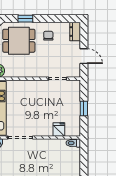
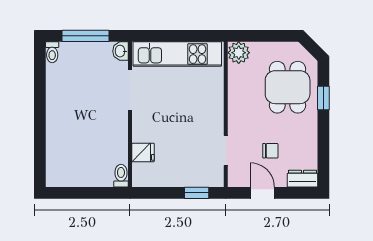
chair: (48, 36) -> (270, 151), moved
door: (84, 56) -> (262, 193), swing flipped
window: (84, 108) -> (197, 193), moved

